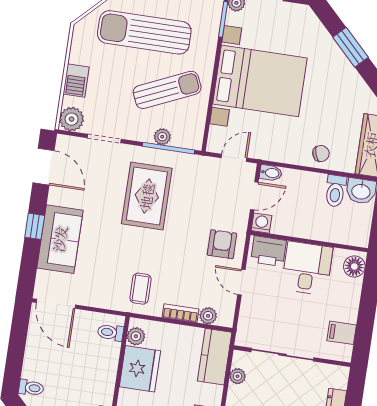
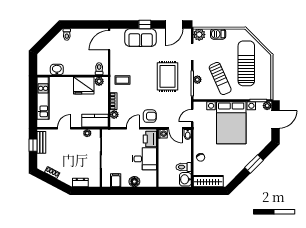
door: (234, 158) -> (192, 116), swing flipped
rug: (147, 196) -> (168, 76), turned 90
floor lamp: (354, 266) -> (134, 182), moved

